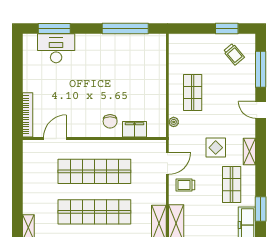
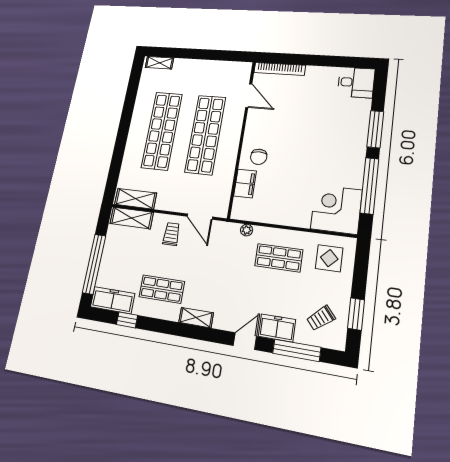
window: (54, 29) -> (375, 129), moved
desk: (56, 48) -> (356, 82), moved, width x0.73
corner desk: (148, 52) -> (336, 209), added
freezer: (247, 86) -> (277, 328), added
chair: (110, 121) -> (259, 157), turned -90
display table: (216, 148) -> (329, 258), moved
window: (261, 209) -> (127, 320), width x0.67

